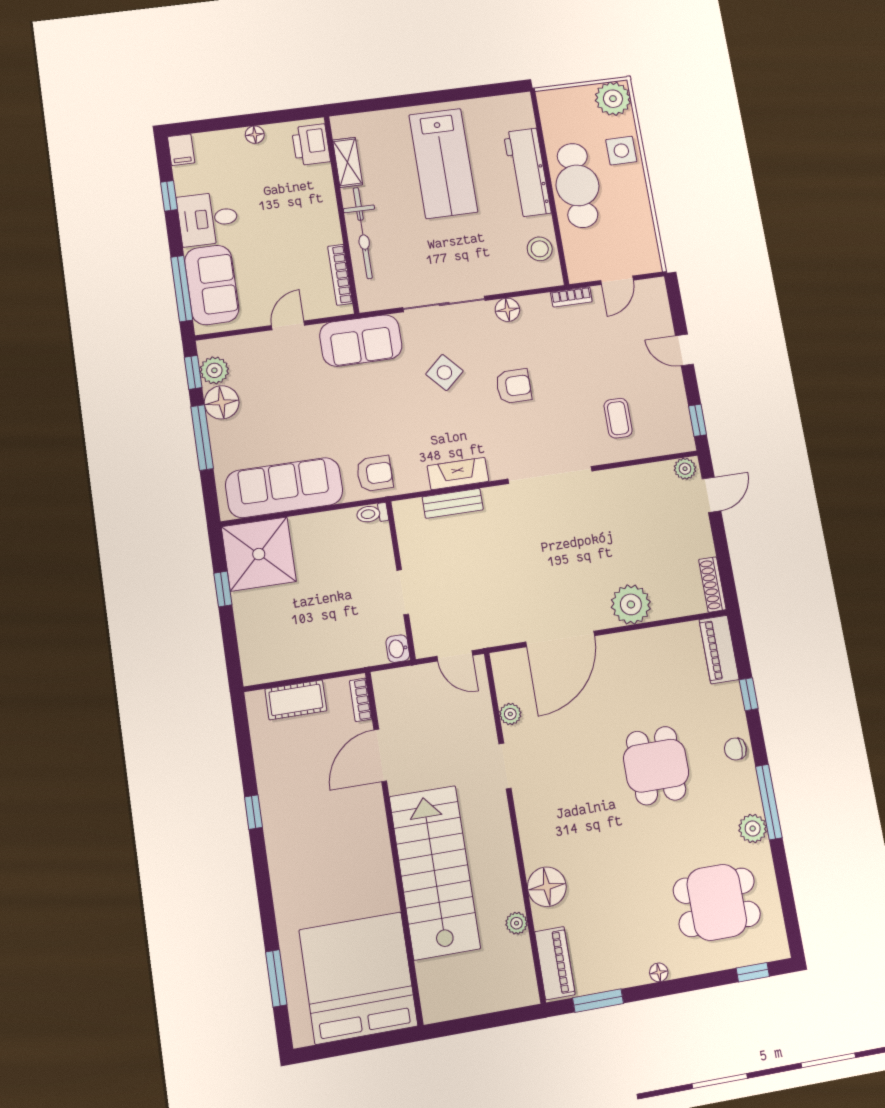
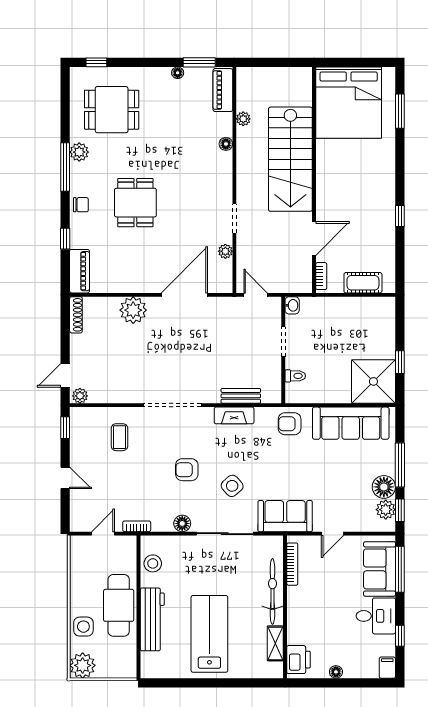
toilet: (372, 514) -> (295, 376), moved
floor lamp: (547, 887) -> (226, 144), width x0.53, depth x0.53
floor lamp: (659, 972) -> (178, 73), moved

